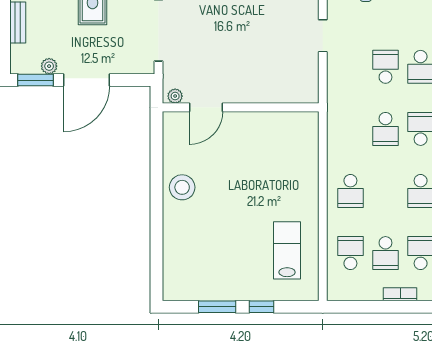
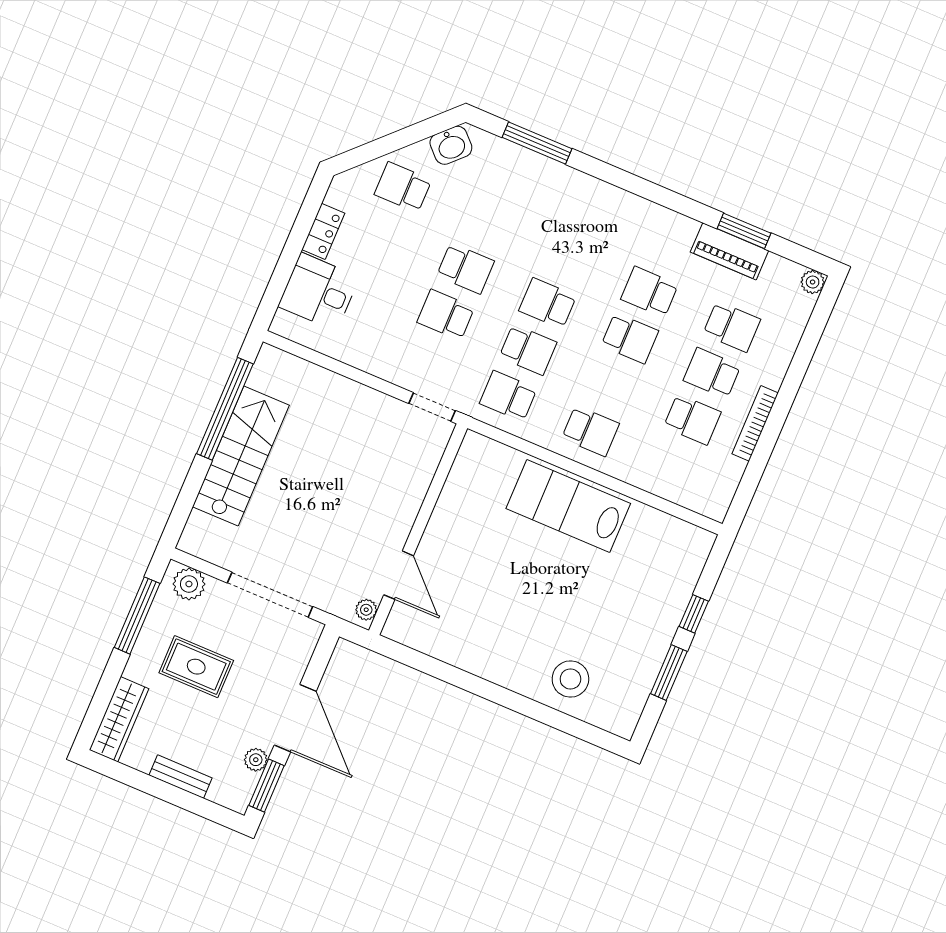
doorway: (323, 36) -> (432, 407), moved
stool: (182, 187) -> (570, 679), moved
lab bench: (287, 250) -> (568, 506), moved, width x1.36, depth x1.39
school desk: (350, 253) -> (508, 396), moved
bookcase: (400, 294) -> (755, 423), width x1.56

